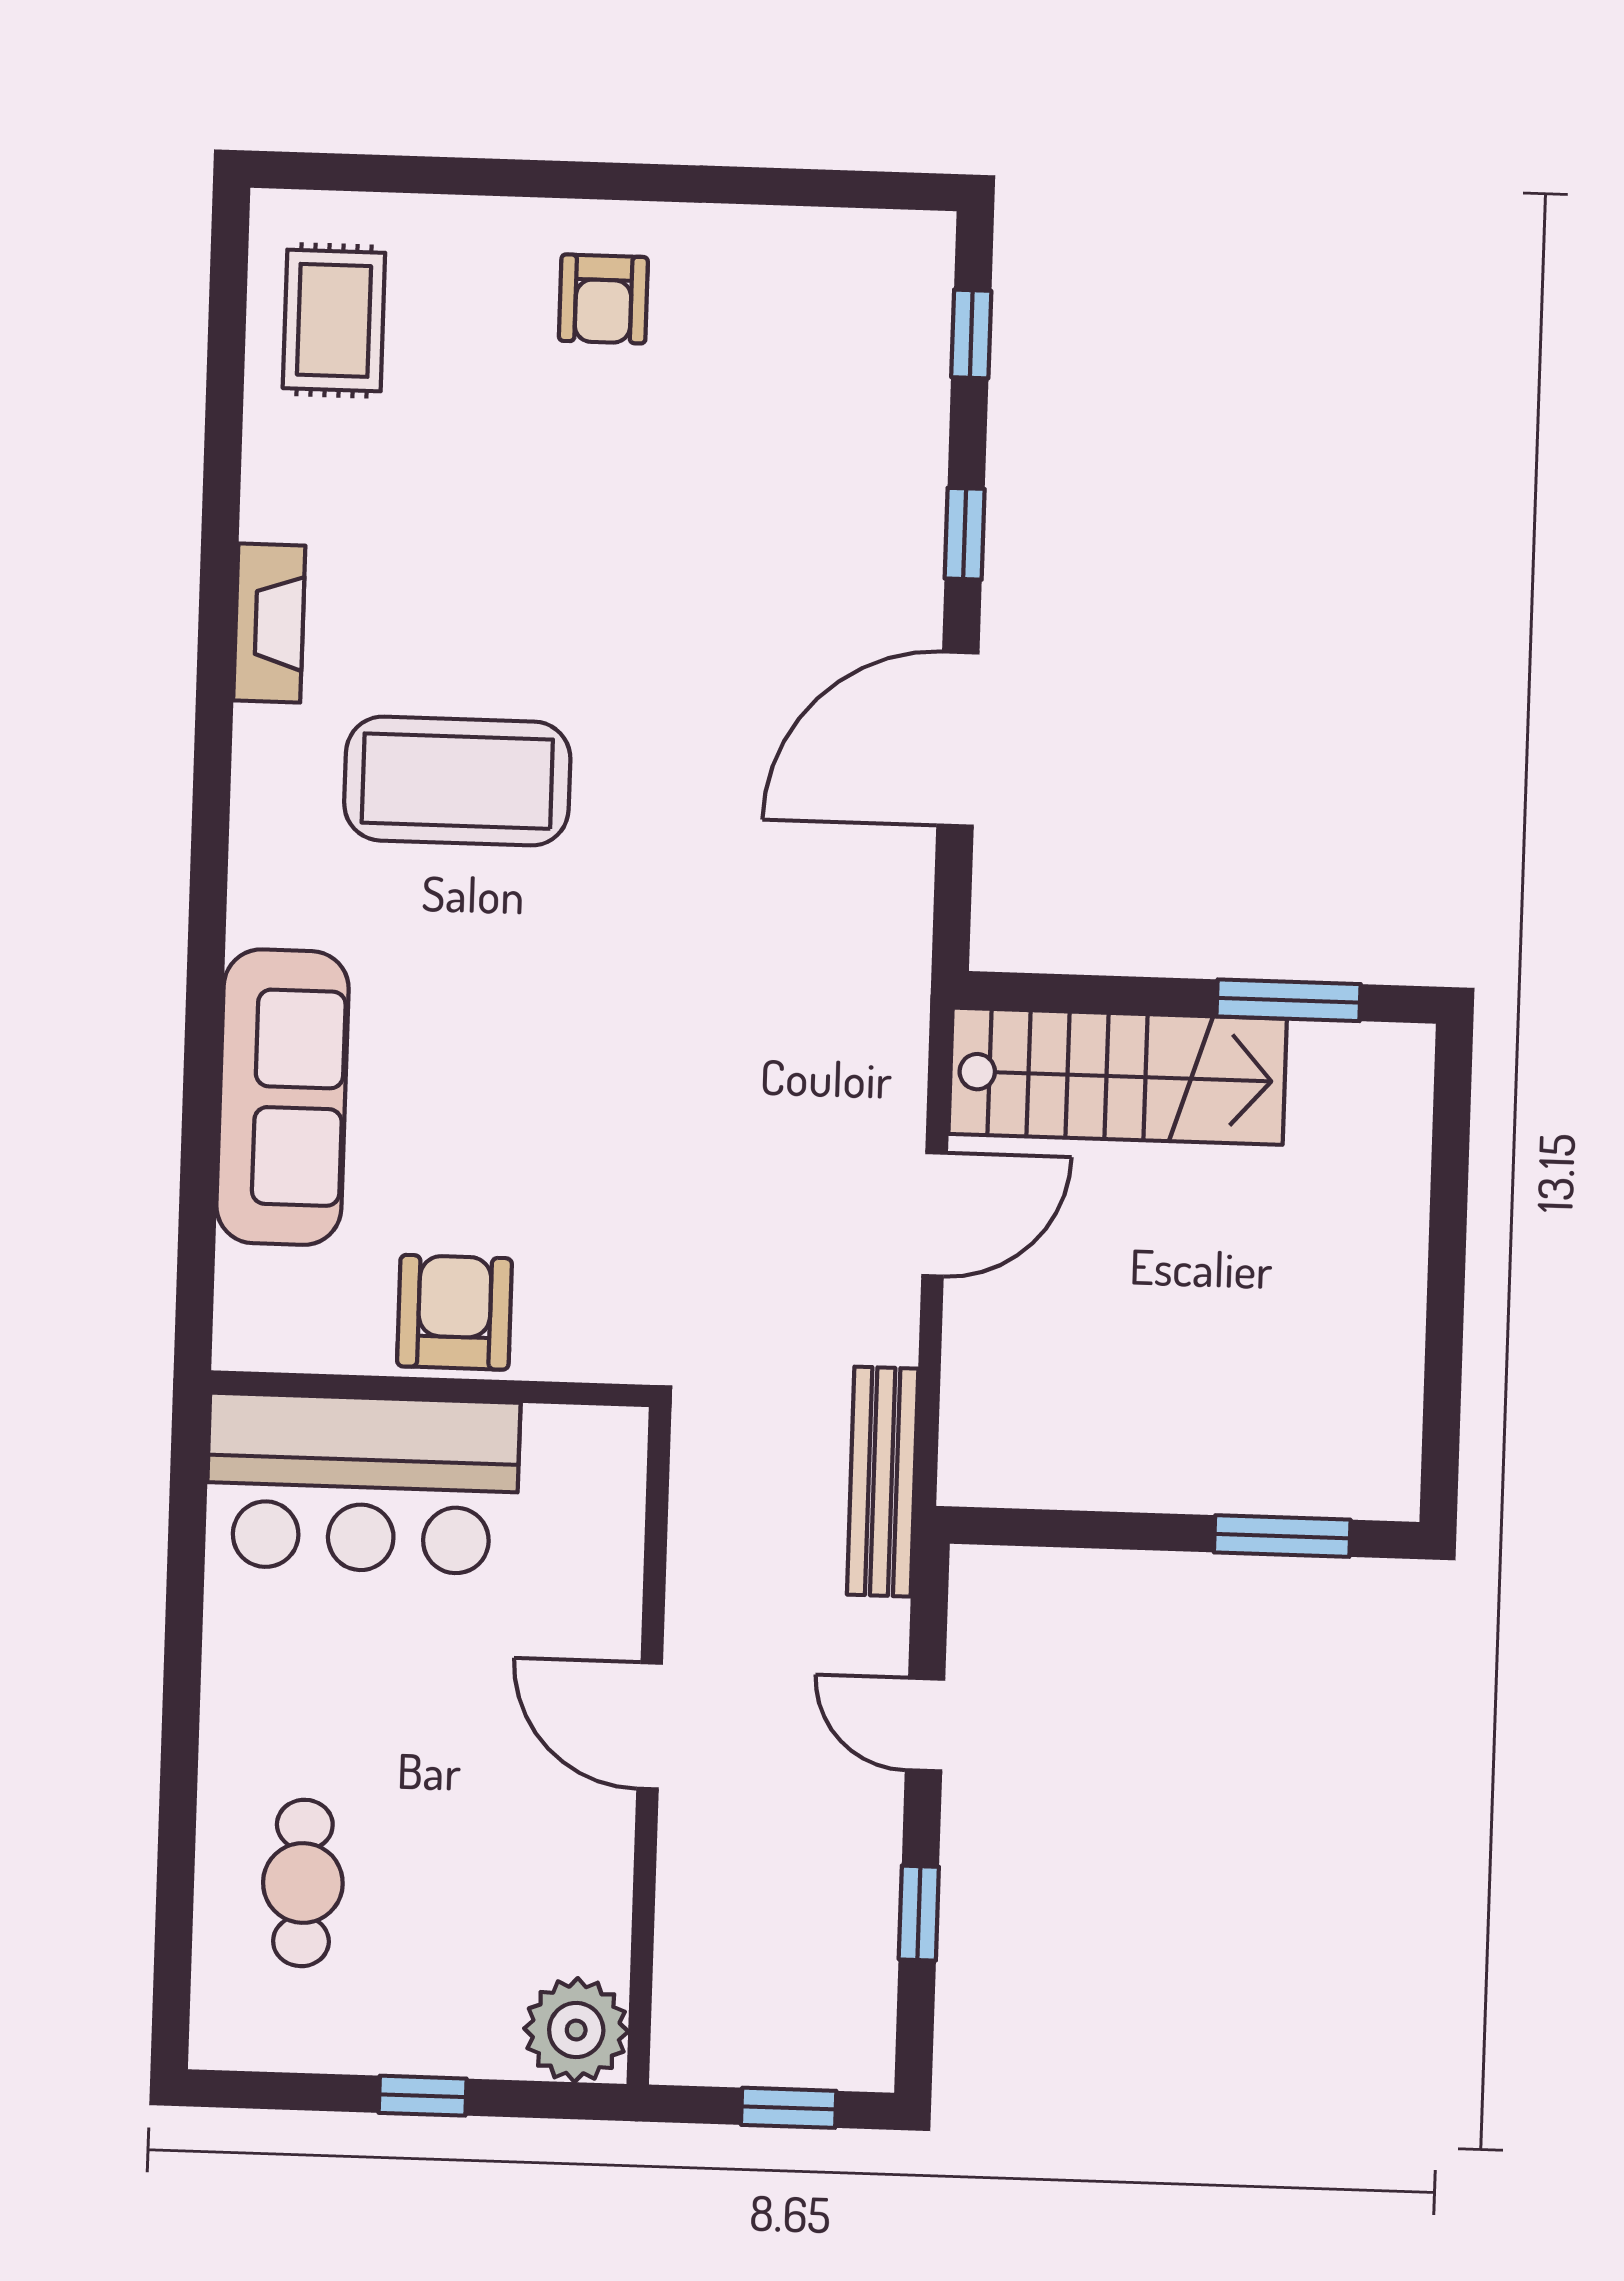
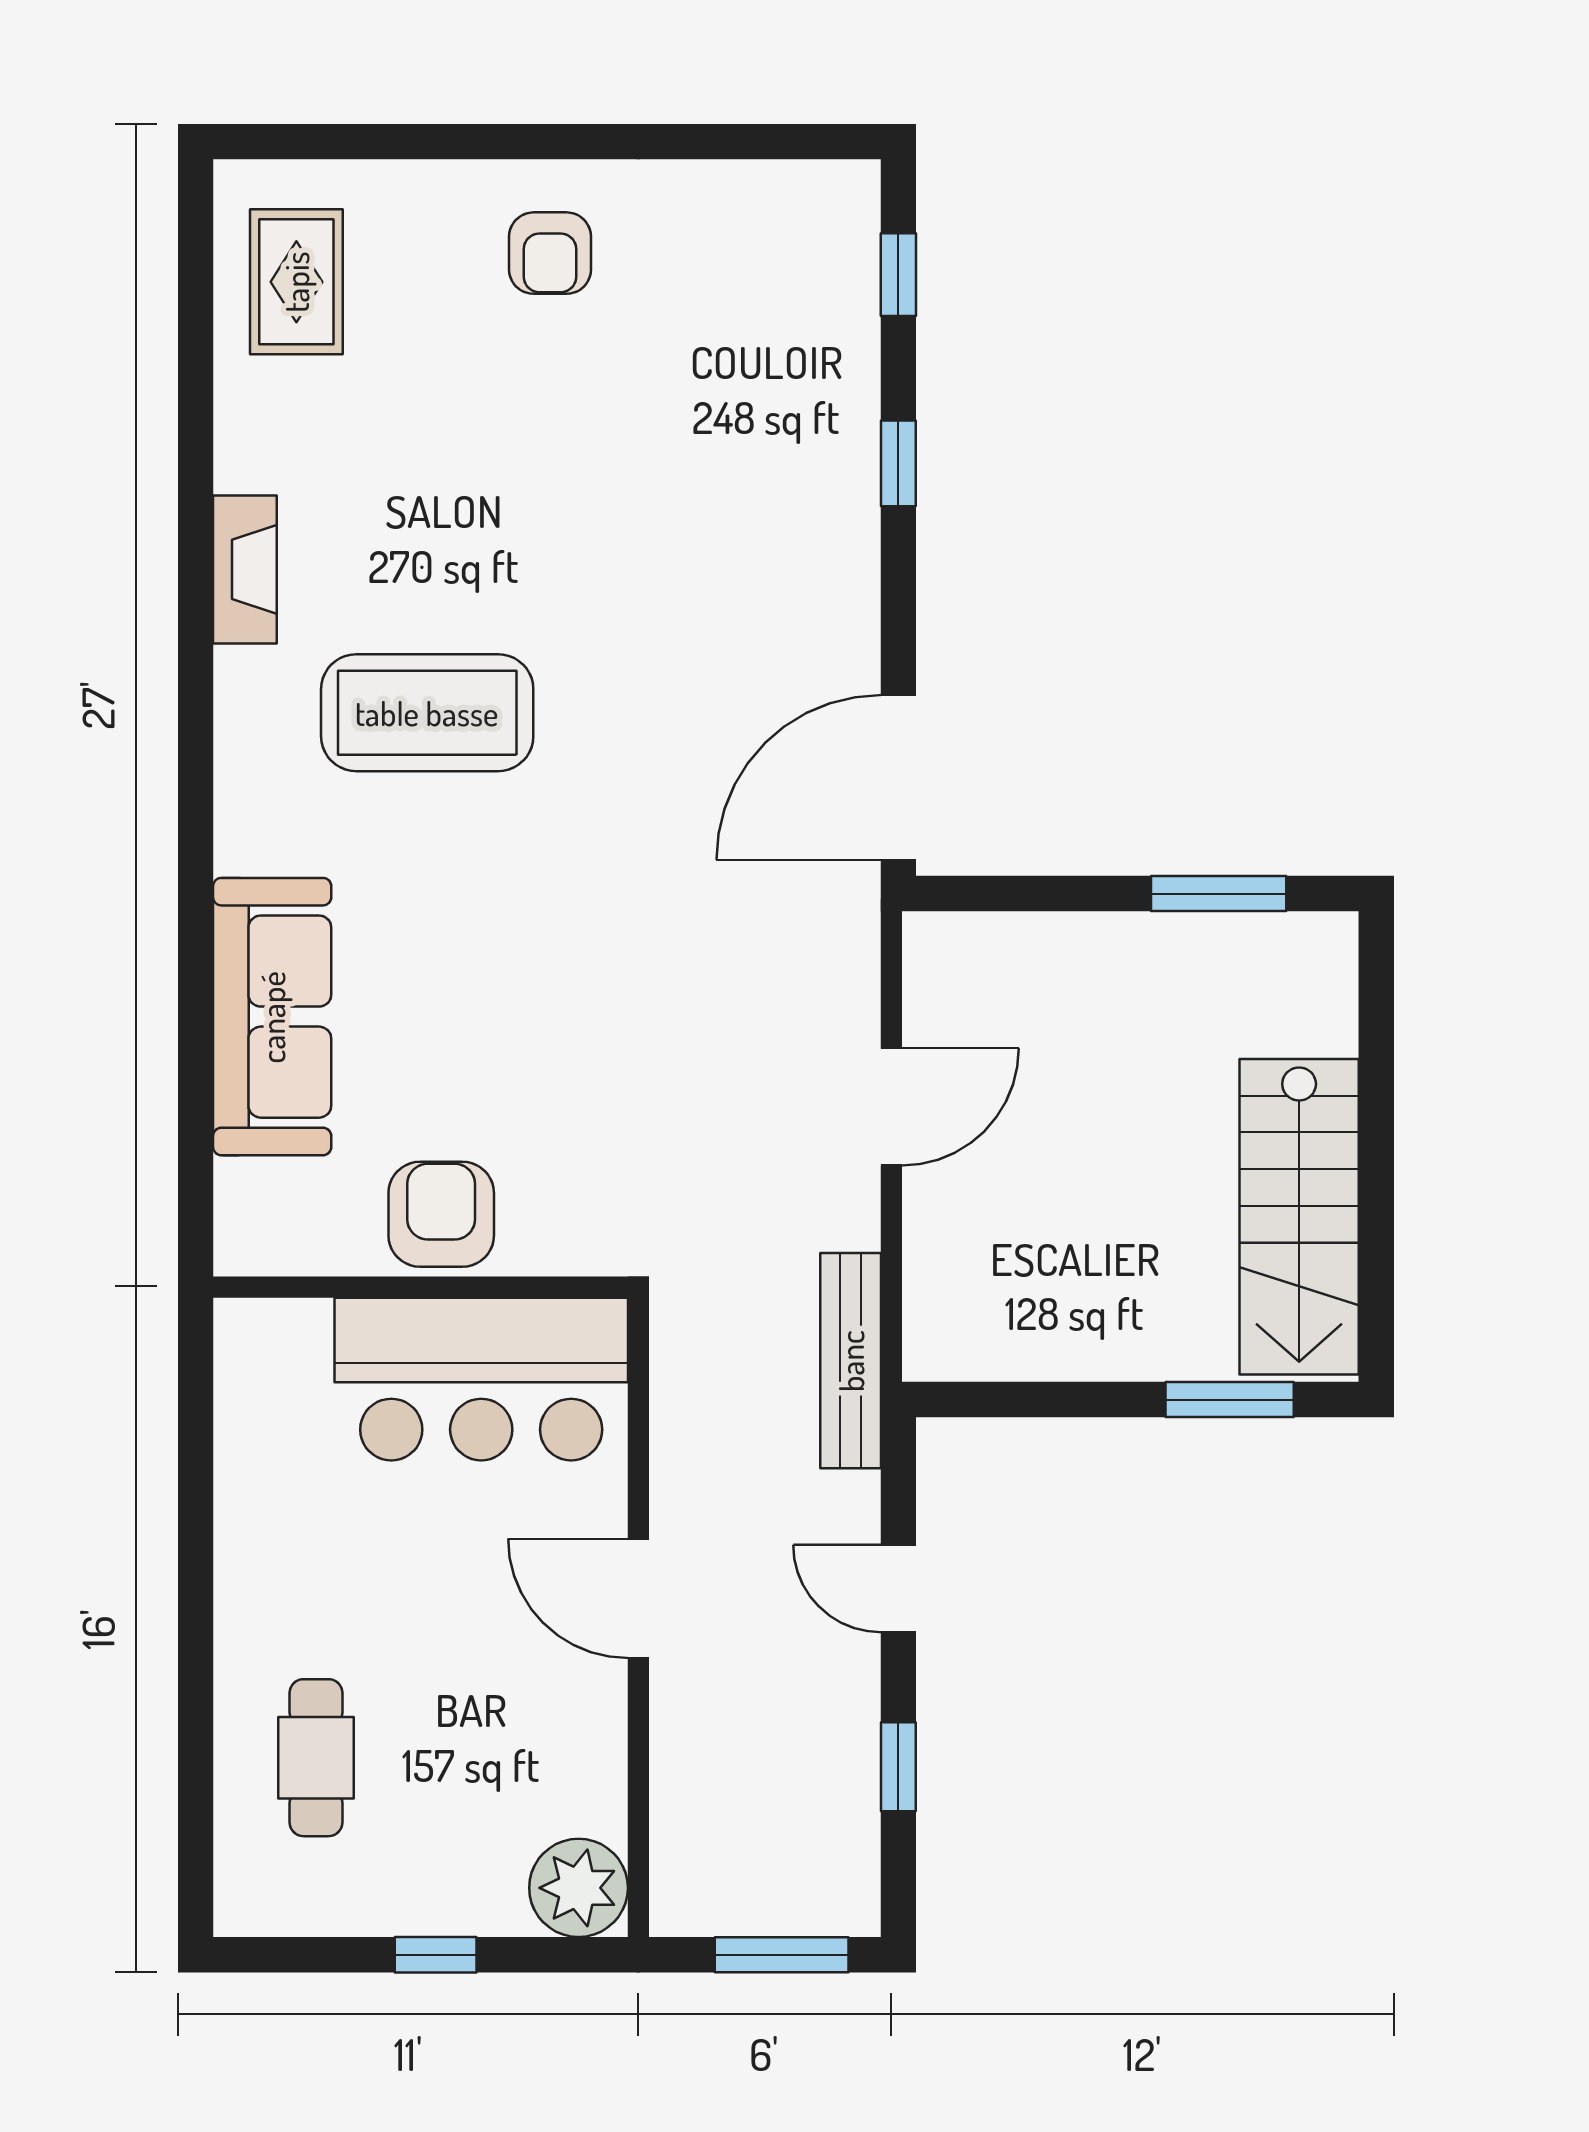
door: (958, 739) -> (898, 777), moved
stairs: (1118, 1076) -> (1299, 1217), moved, turned 90
bar counter: (363, 1484) -> (481, 1379), moved
window: (789, 2108) -> (782, 1955), width x1.50

